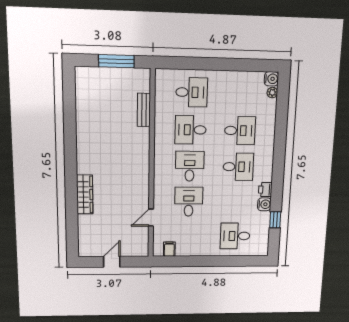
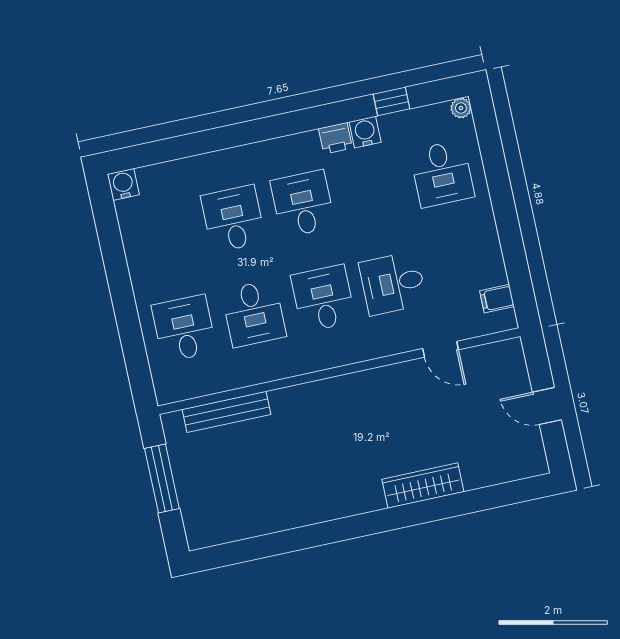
plant: (272, 93) -> (461, 108), moved
bench: (144, 110) -> (226, 412), width x1.36
desk: (190, 166) -> (323, 298), turned 90

